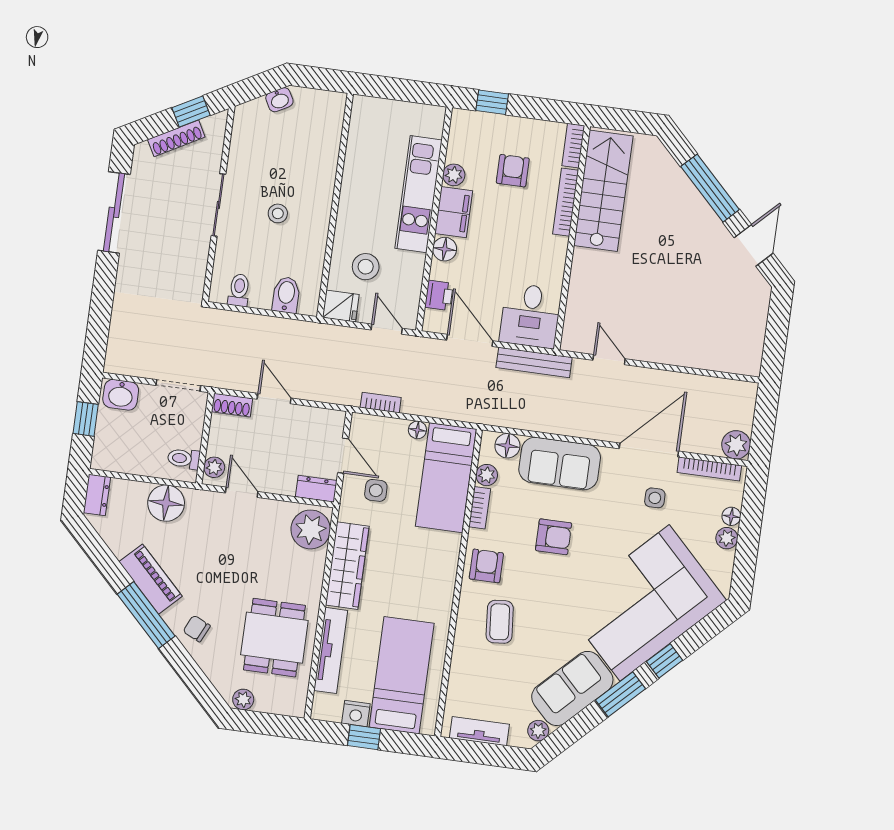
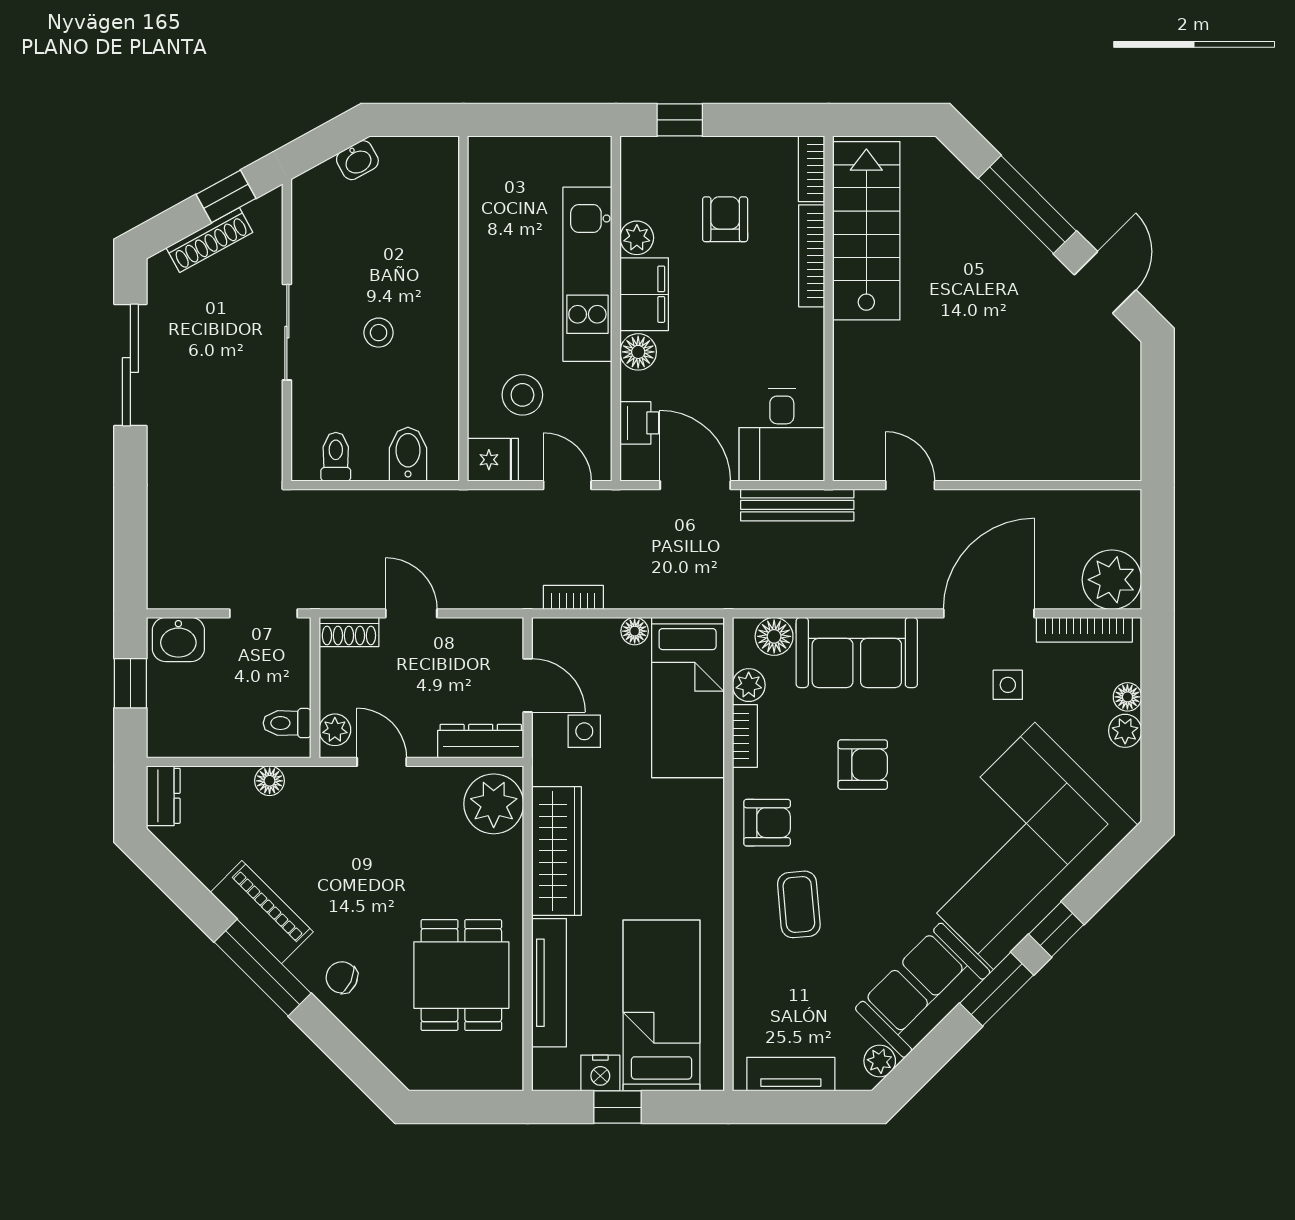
plant: (736, 445) -> (1112, 580), width x1.36, depth x1.36
dresser: (316, 489) -> (481, 741), width x1.44
floor lamp: (166, 503) -> (270, 781), width x0.53, depth x0.53
armchair: (486, 566) -> (767, 823), turned 90
plant: (243, 699) -> (427, 1075), removed

